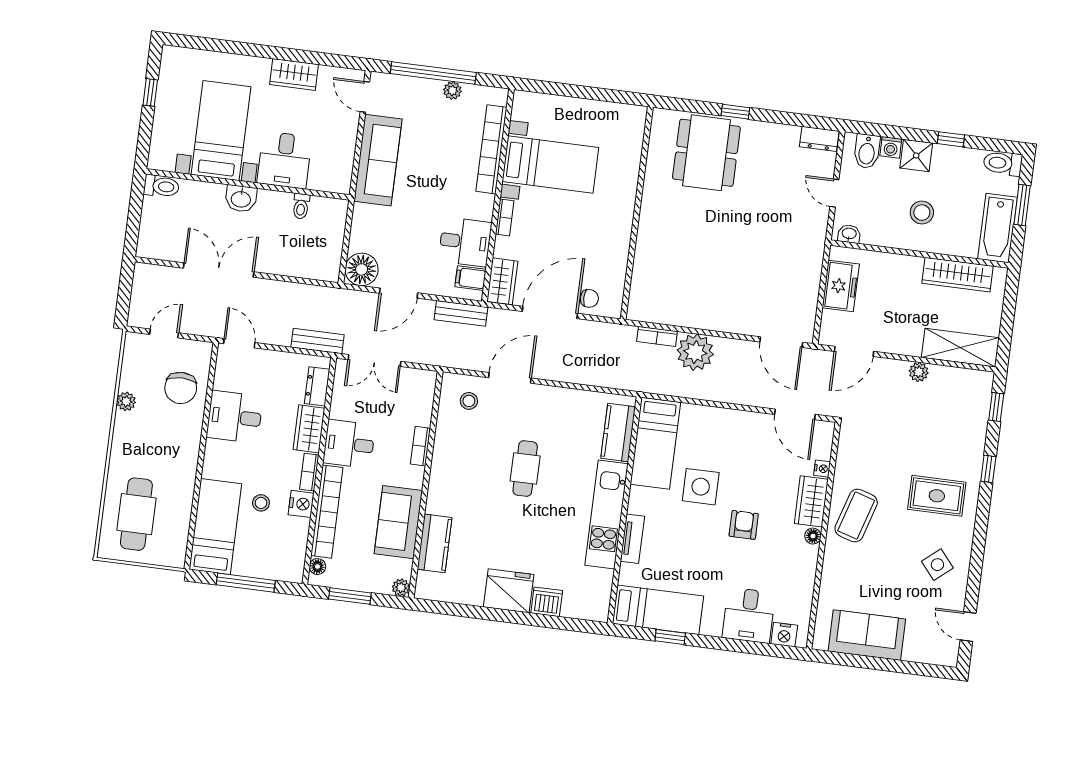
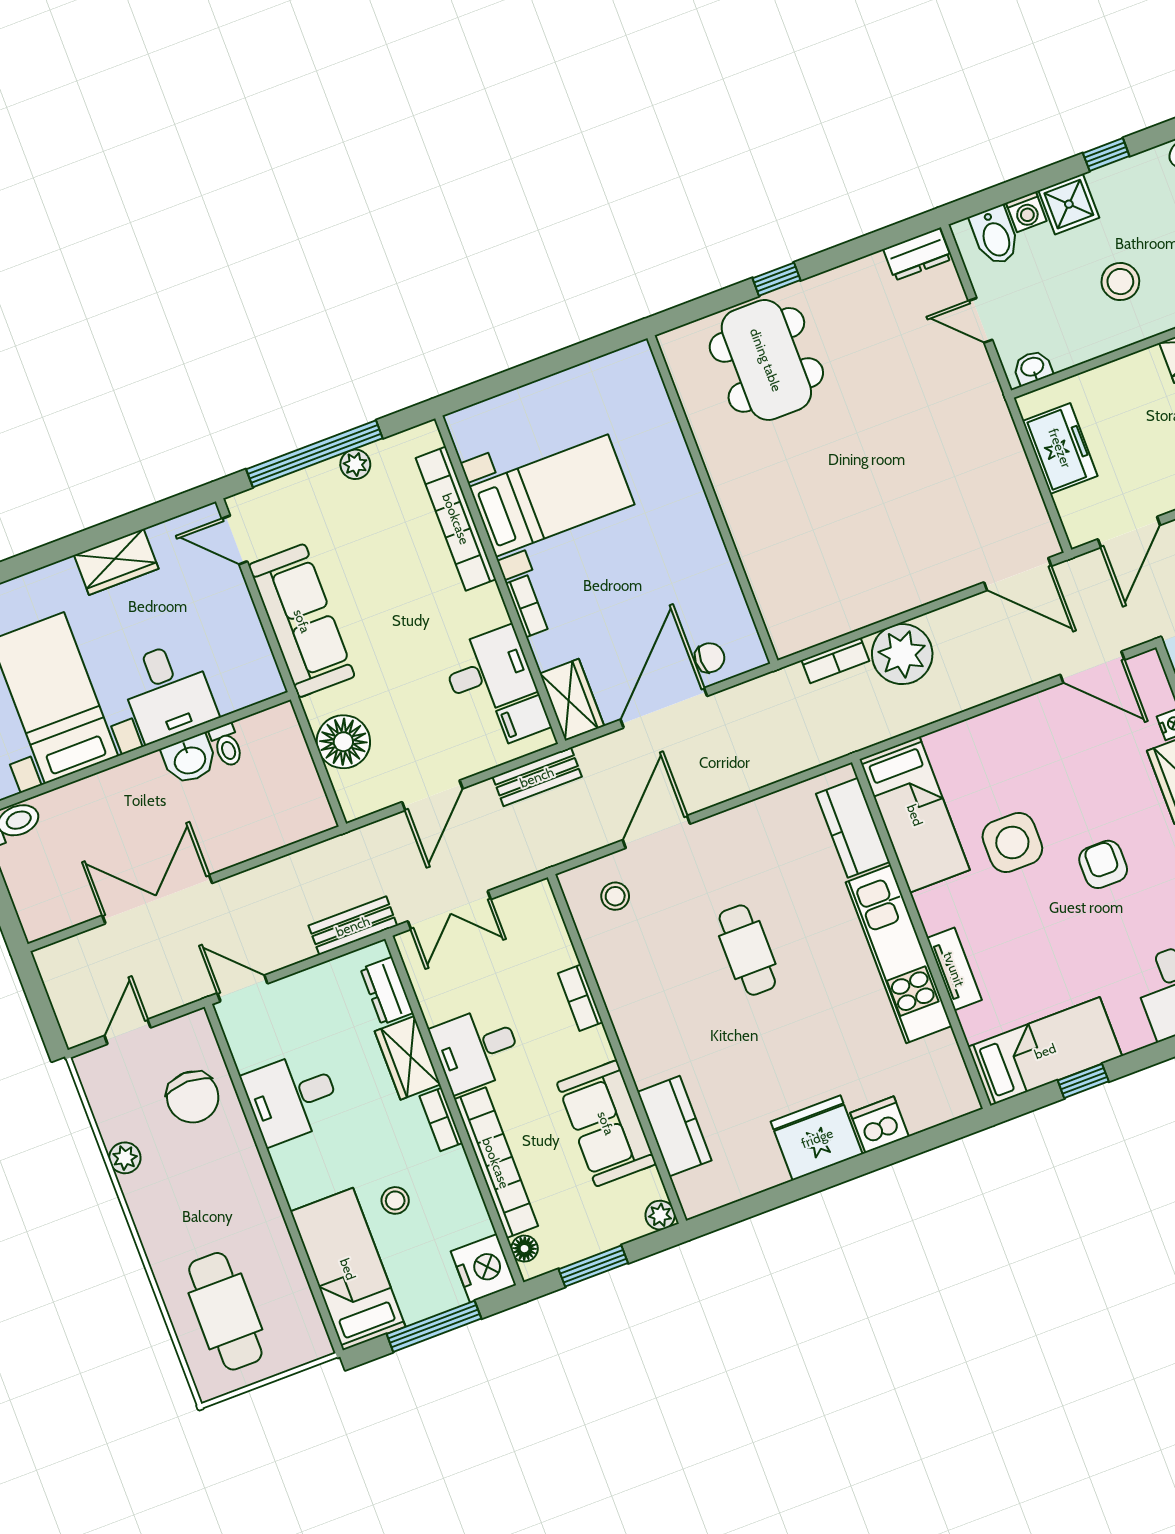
washbasin: (241, 199) -> (190, 759), moved
floor lamp: (362, 269) -> (343, 742), moved
nightstand: (301, 504) -> (483, 1268), moved, width x1.36, depth x1.33

